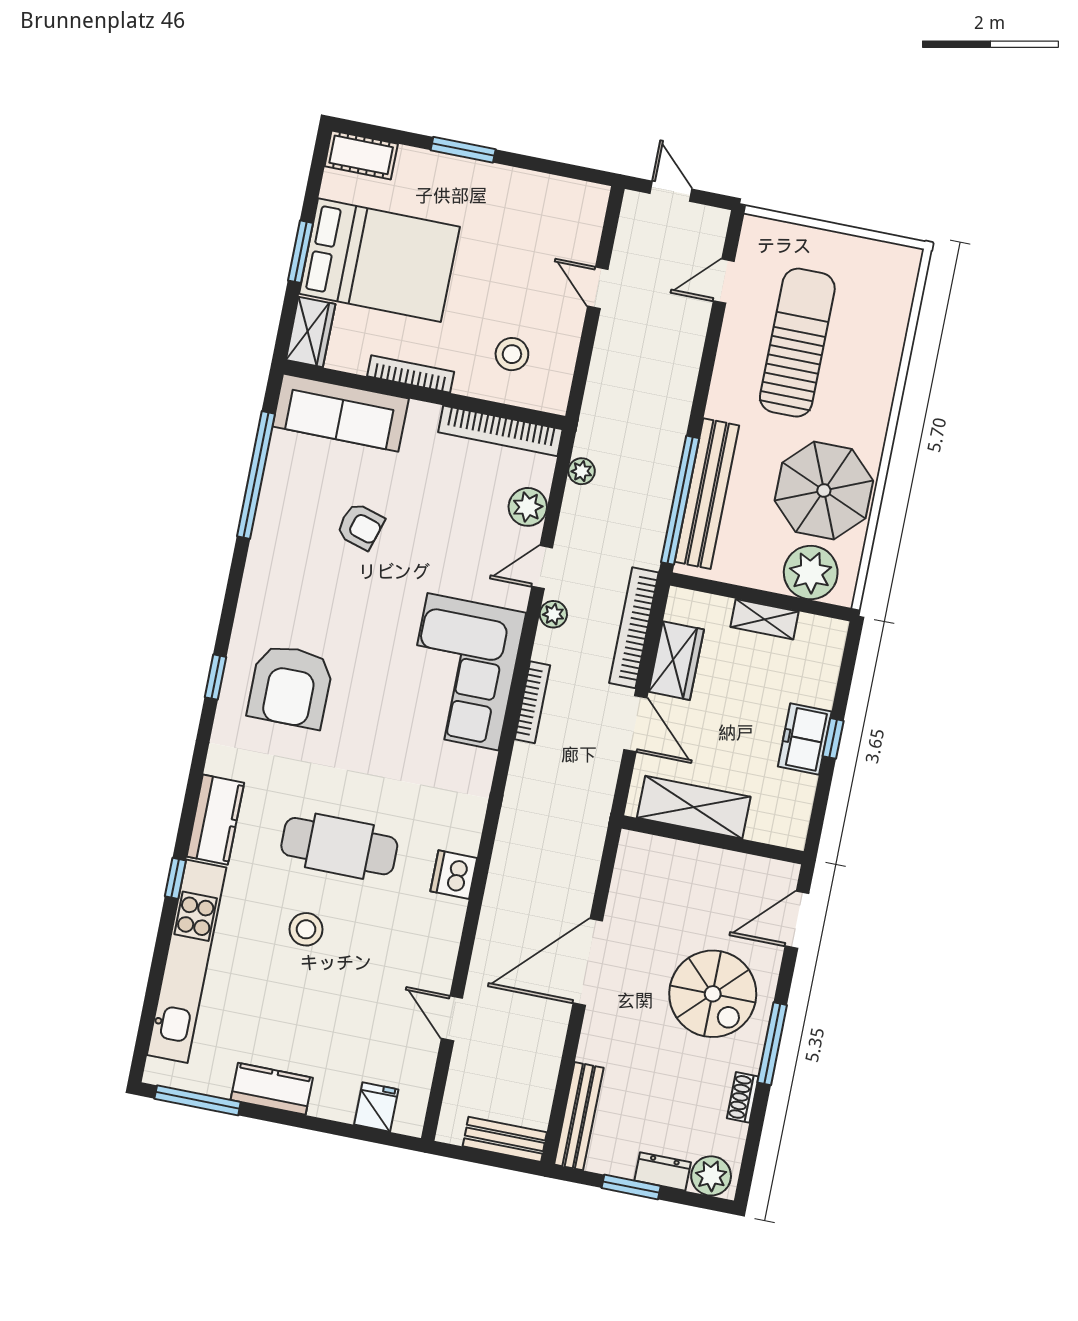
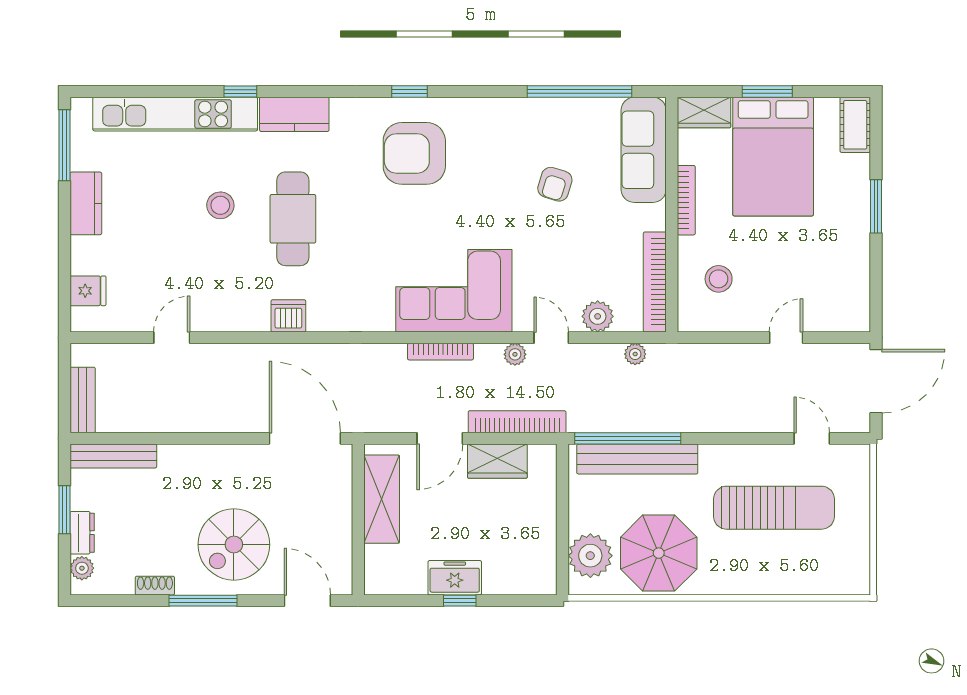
door: (671, 191) -> (876, 381), width x1.88
shelving: (764, 619) -> (545, 526), removed
door: (588, 962) -> (305, 438), moved
plant: (711, 1176) -> (82, 568), width x0.73, depth x0.73

